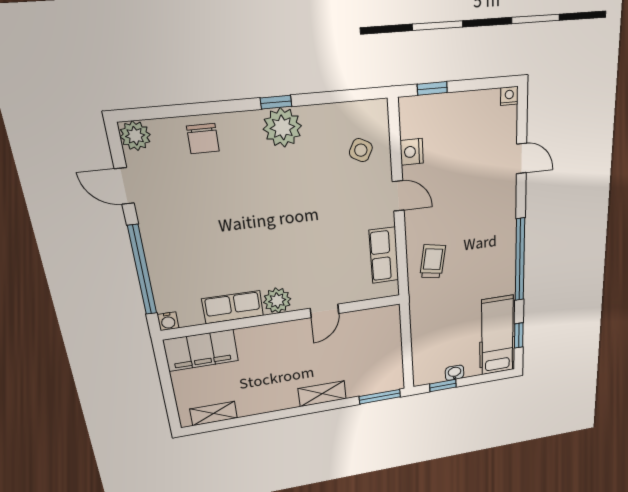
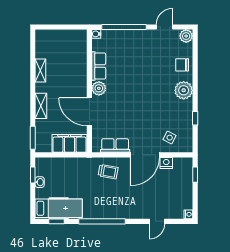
window: (276, 102) -> (195, 118), moved
plant: (282, 128) -> (184, 90), moved
door: (398, 196) -> (145, 155), width x1.88
door: (324, 311) -> (89, 112), width x1.88
filing cabinet: (201, 350) -> (69, 143), moved, turned 90
shelving: (214, 413) -> (40, 71), moved

